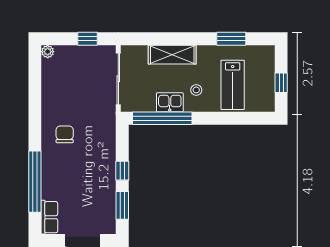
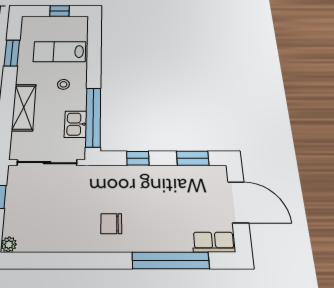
lab bench: (233, 85) -> (60, 52), turned 180
kitchen sink: (170, 102) -> (75, 124), moved
window: (122, 171) -> (138, 158), moved

